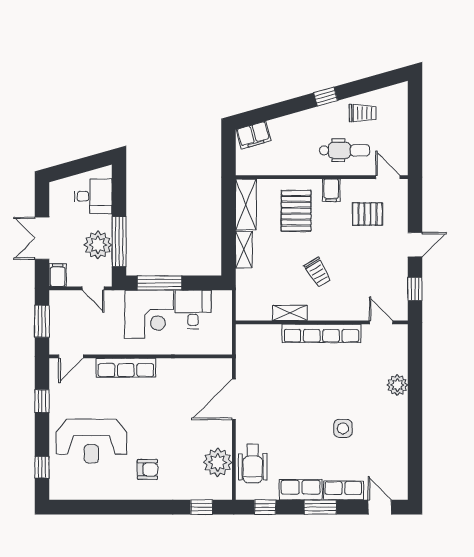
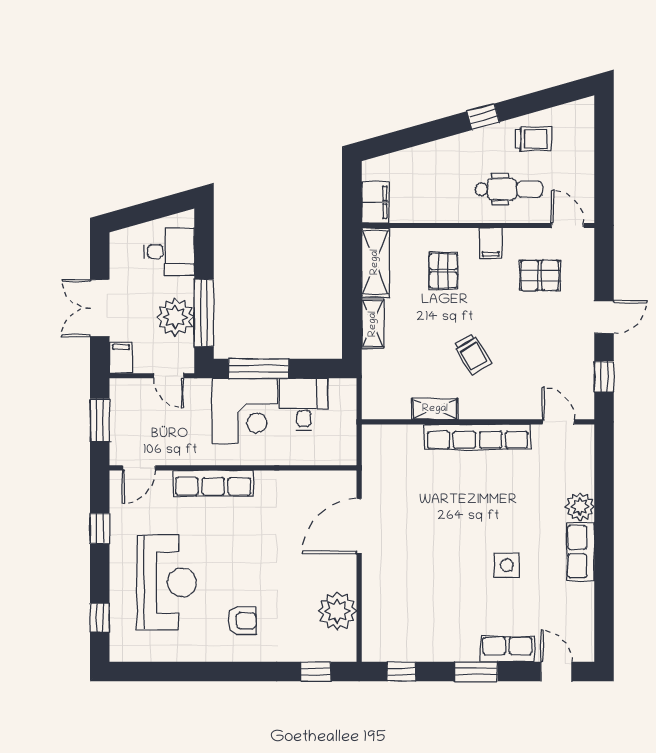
filing cabinet: (254, 135) -> (375, 202), moved, turned -74
pallet: (296, 211) -> (443, 271), width x0.67, depth x0.71
reception desk: (91, 441) -> (167, 582), turned -90
wheelchair: (253, 464) -> (385, 613), removed
row of seats: (301, 490) -> (580, 552), moved, turned -90

